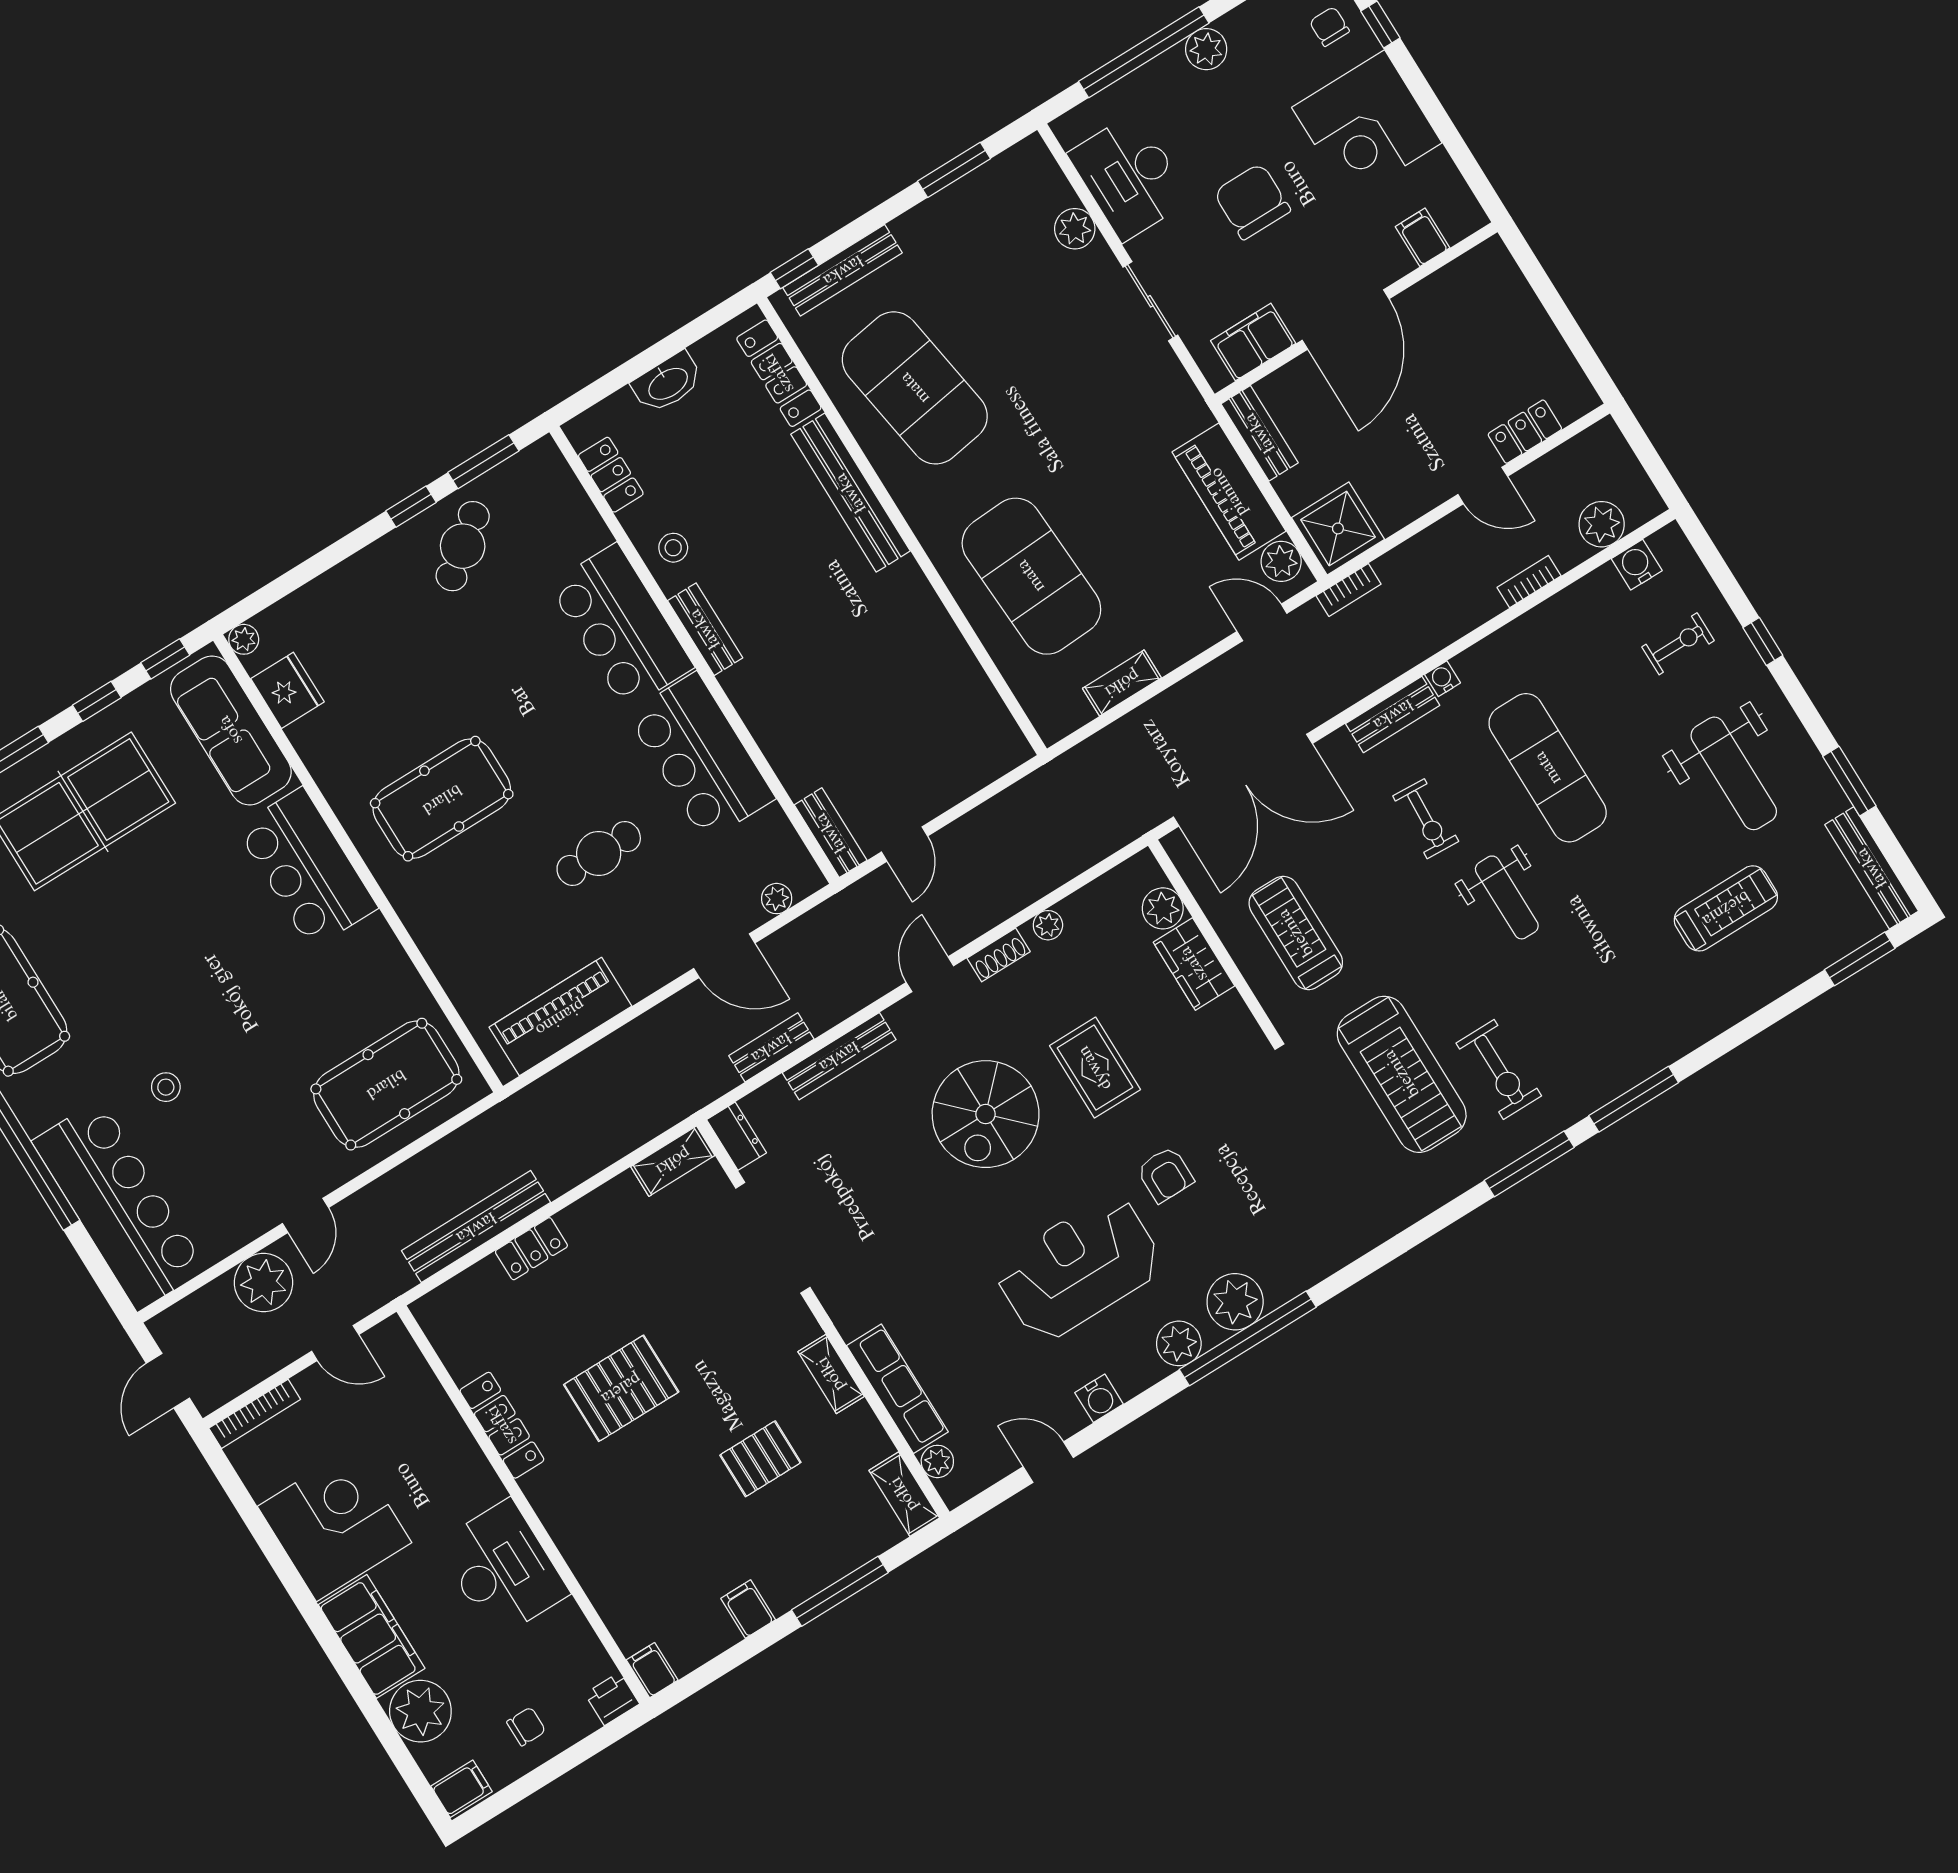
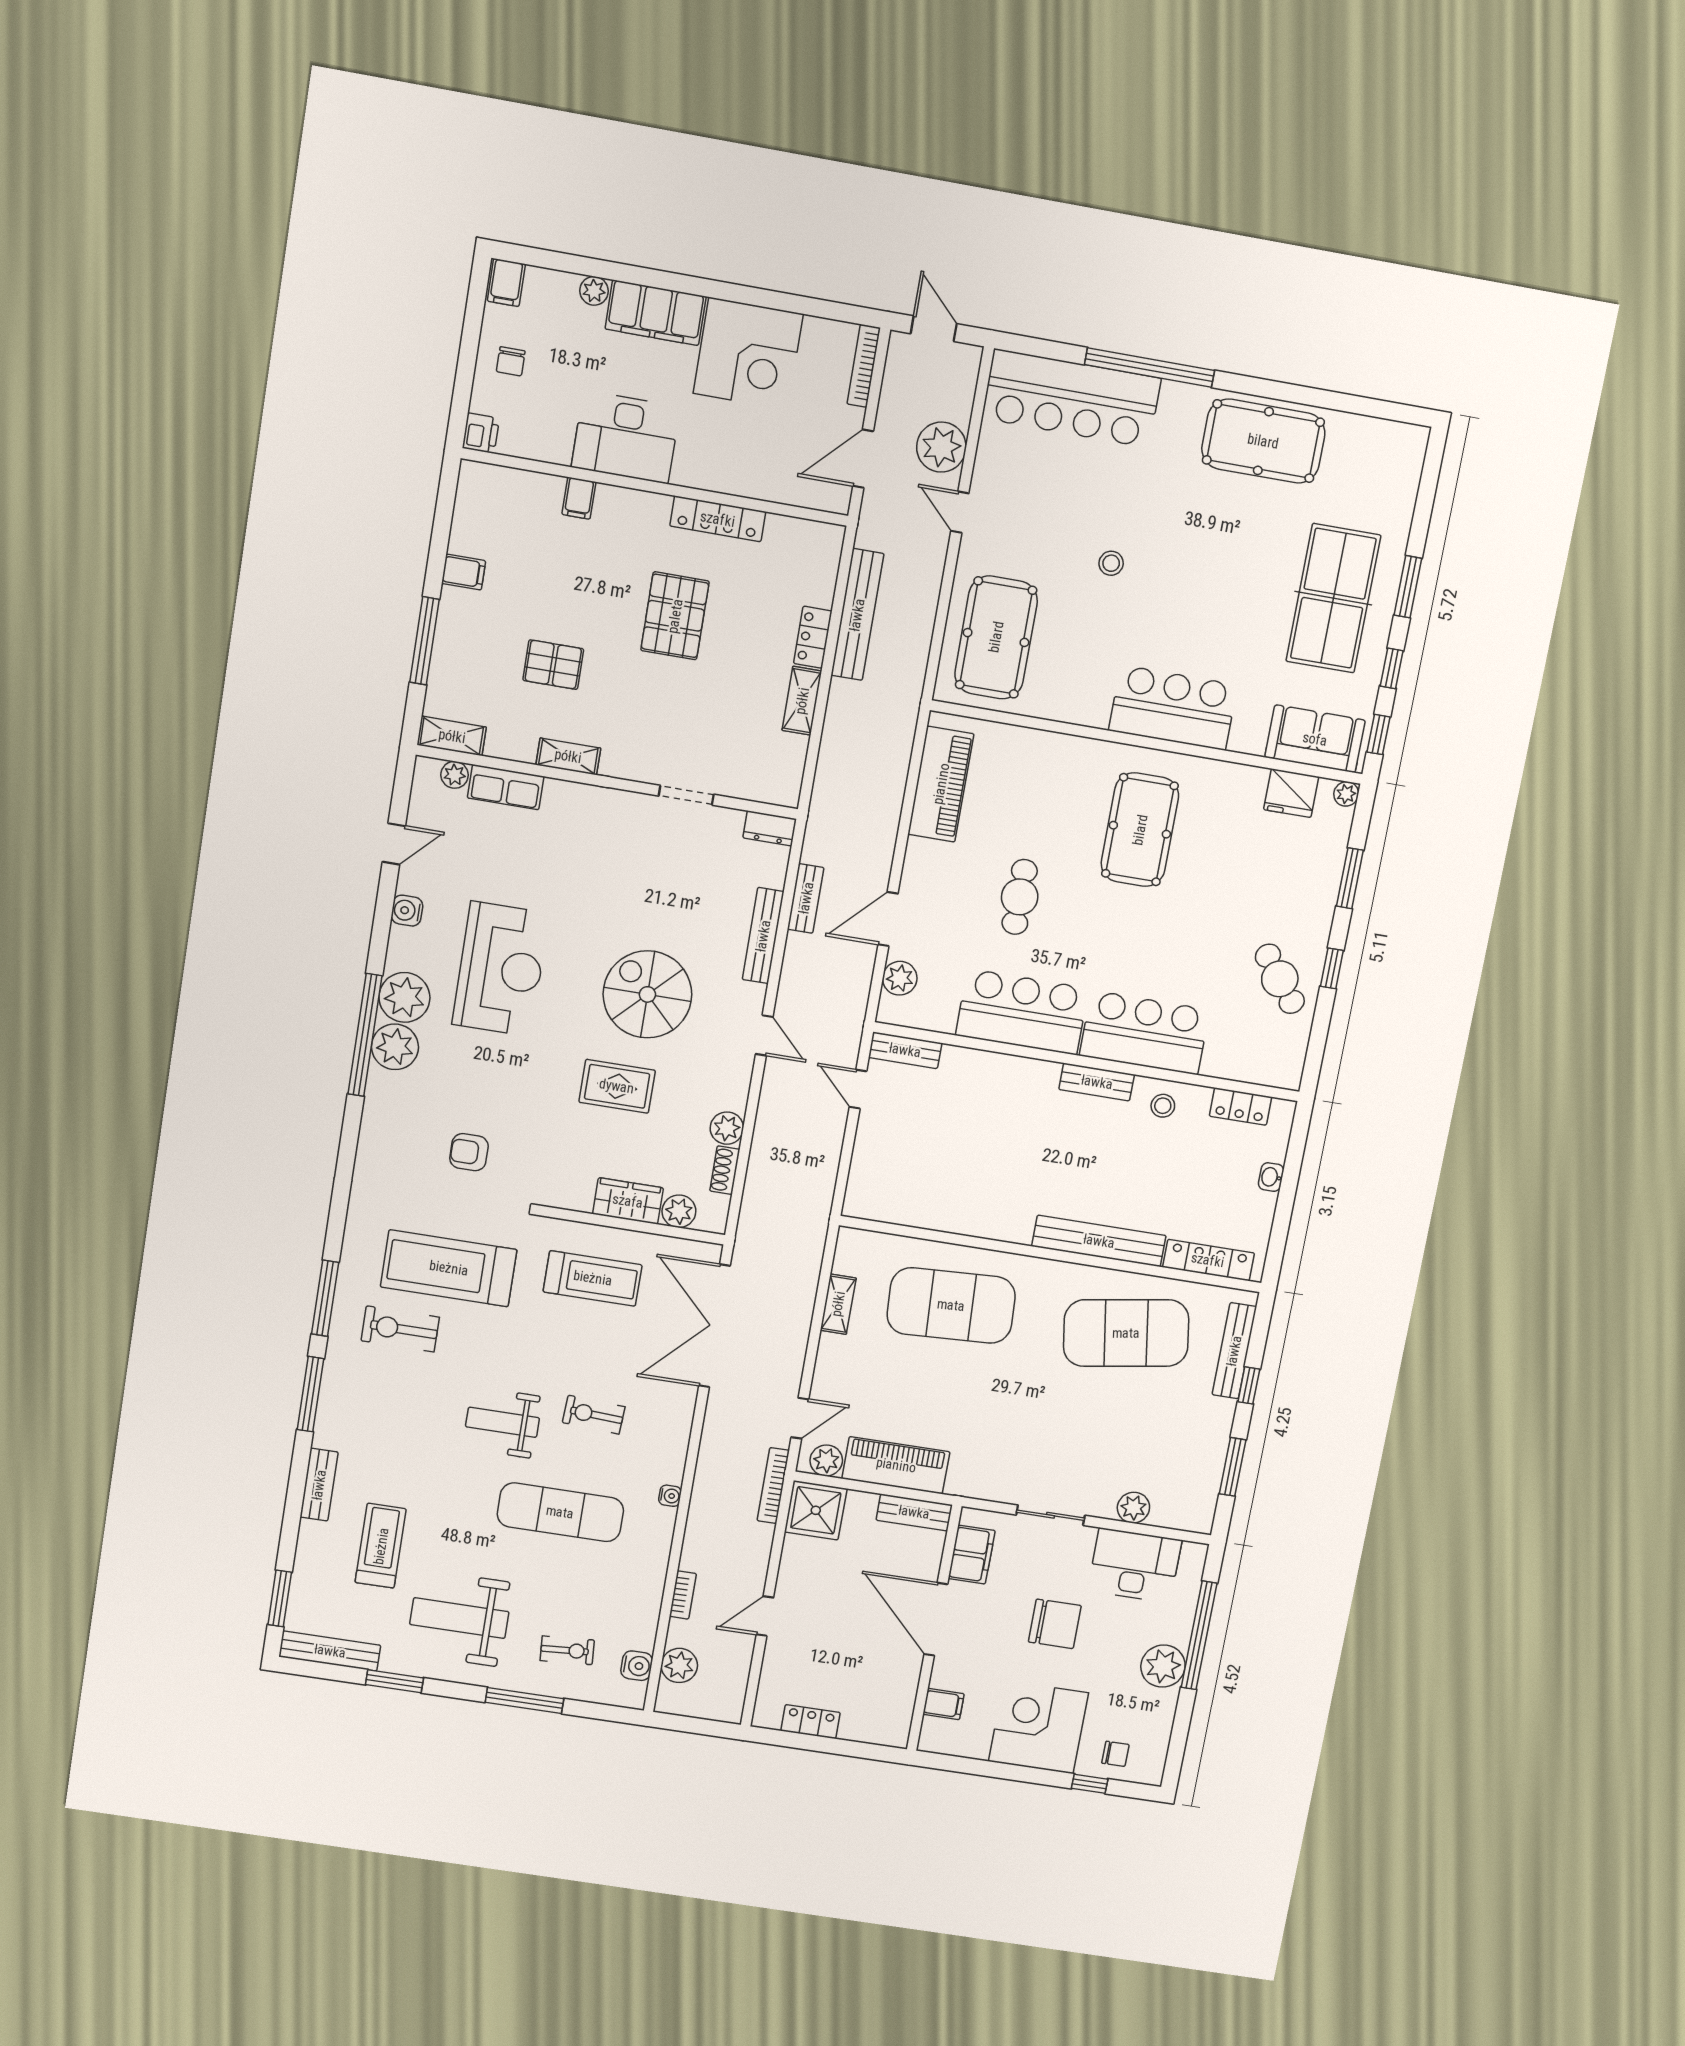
plant: (1206, 49) -> (1163, 1666), width x1.36, depth x1.36
window: (794, 269) -> (1249, 1385), moved
washbasin: (667, 383) -> (1271, 1177), width x0.52, depth x0.69
locker: (1525, 432) -> (811, 1722), moved, turned -90
window: (483, 462) -> (1350, 878), moved
bookcase: (1349, 590) -> (773, 1486), width x1.56
window: (1763, 641) -> (524, 1700), width x2.17
exercise bike: (1678, 644) -> (567, 1650), turned -94
bench: (1393, 714) -> (319, 1485), moved
sofa: (231, 730) -> (1315, 739), width x0.73
plant: (777, 899) -> (900, 978), width x1.38, depth x1.38
treadmill: (1726, 908) -> (381, 1546), turned 180
plant: (1048, 925) -> (727, 1128), width x1.38, depth x1.38
shoe rack: (999, 955) -> (725, 1170), moved
stool: (166, 1087) -> (1111, 563), moved
shelving: (673, 1161) -> (802, 701), moved
armchair: (1165, 1175) -> (469, 1152), moved
doorway: (773, 1238) -> (686, 795), width x0.53
door: (335, 1343) -> (863, 459), width x1.38
plant: (1179, 1343) -> (404, 997), width x1.36, depth x1.36
row of seats: (897, 1389) -> (506, 787), width x0.68
pallet: (760, 1459) -> (553, 665), turned 90
filing cabinet: (652, 1670) -> (579, 498), moved, turned 90
plant: (420, 1711) -> (594, 291), width x0.53, depth x0.53

